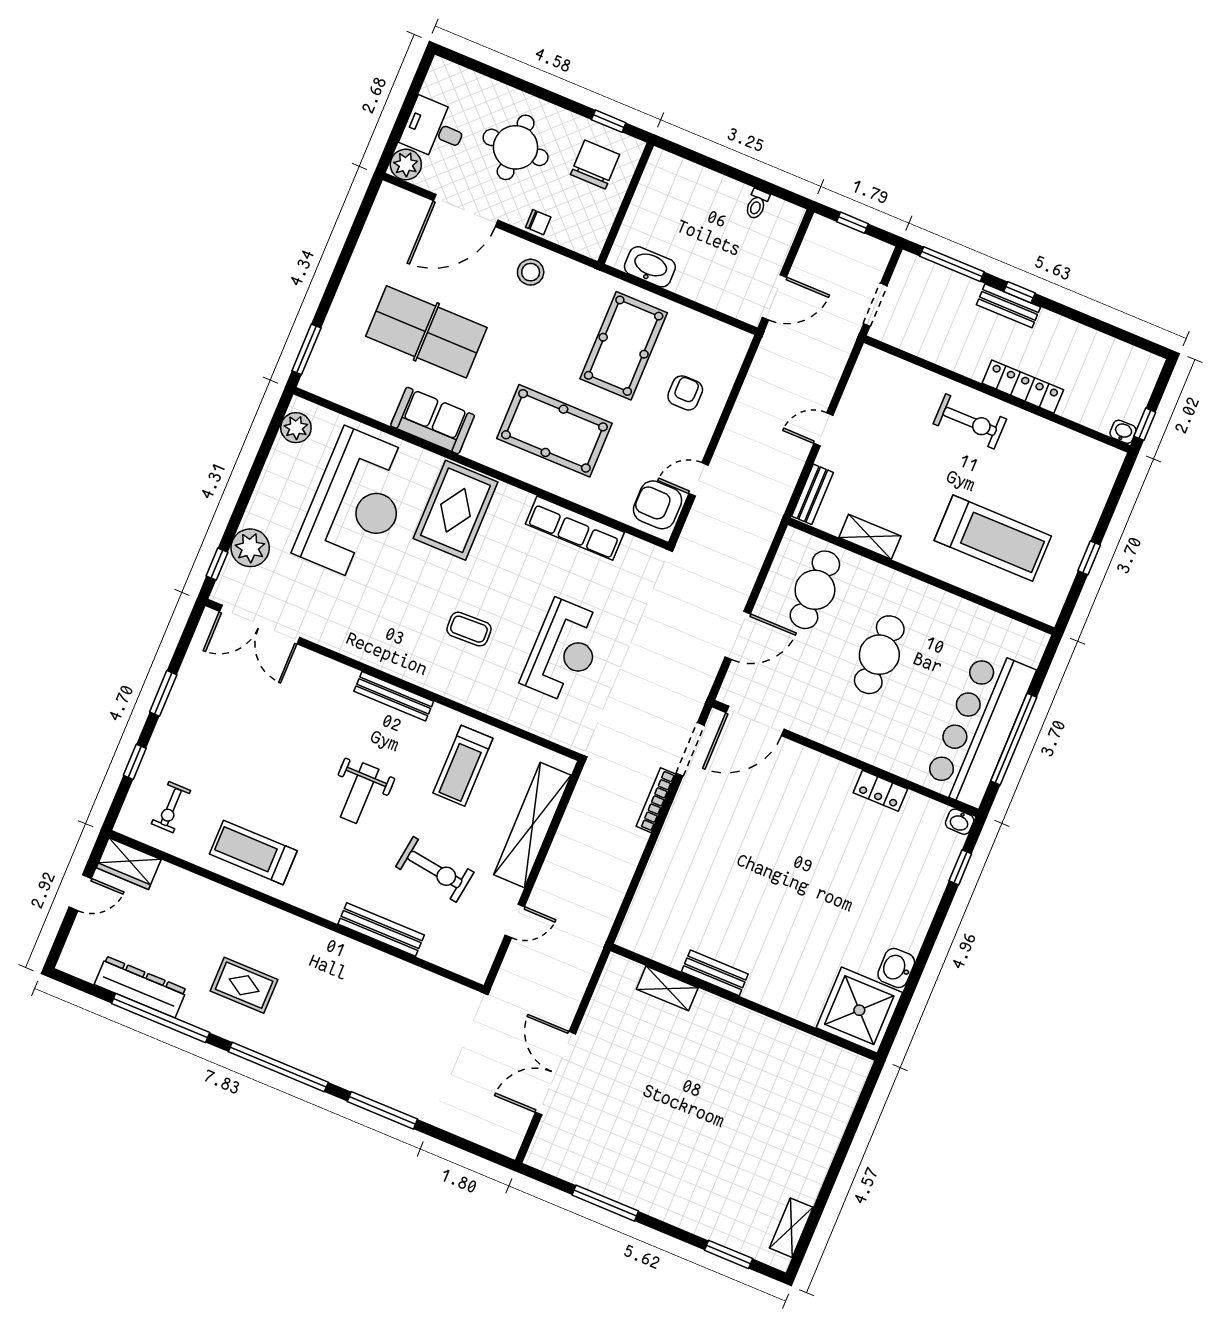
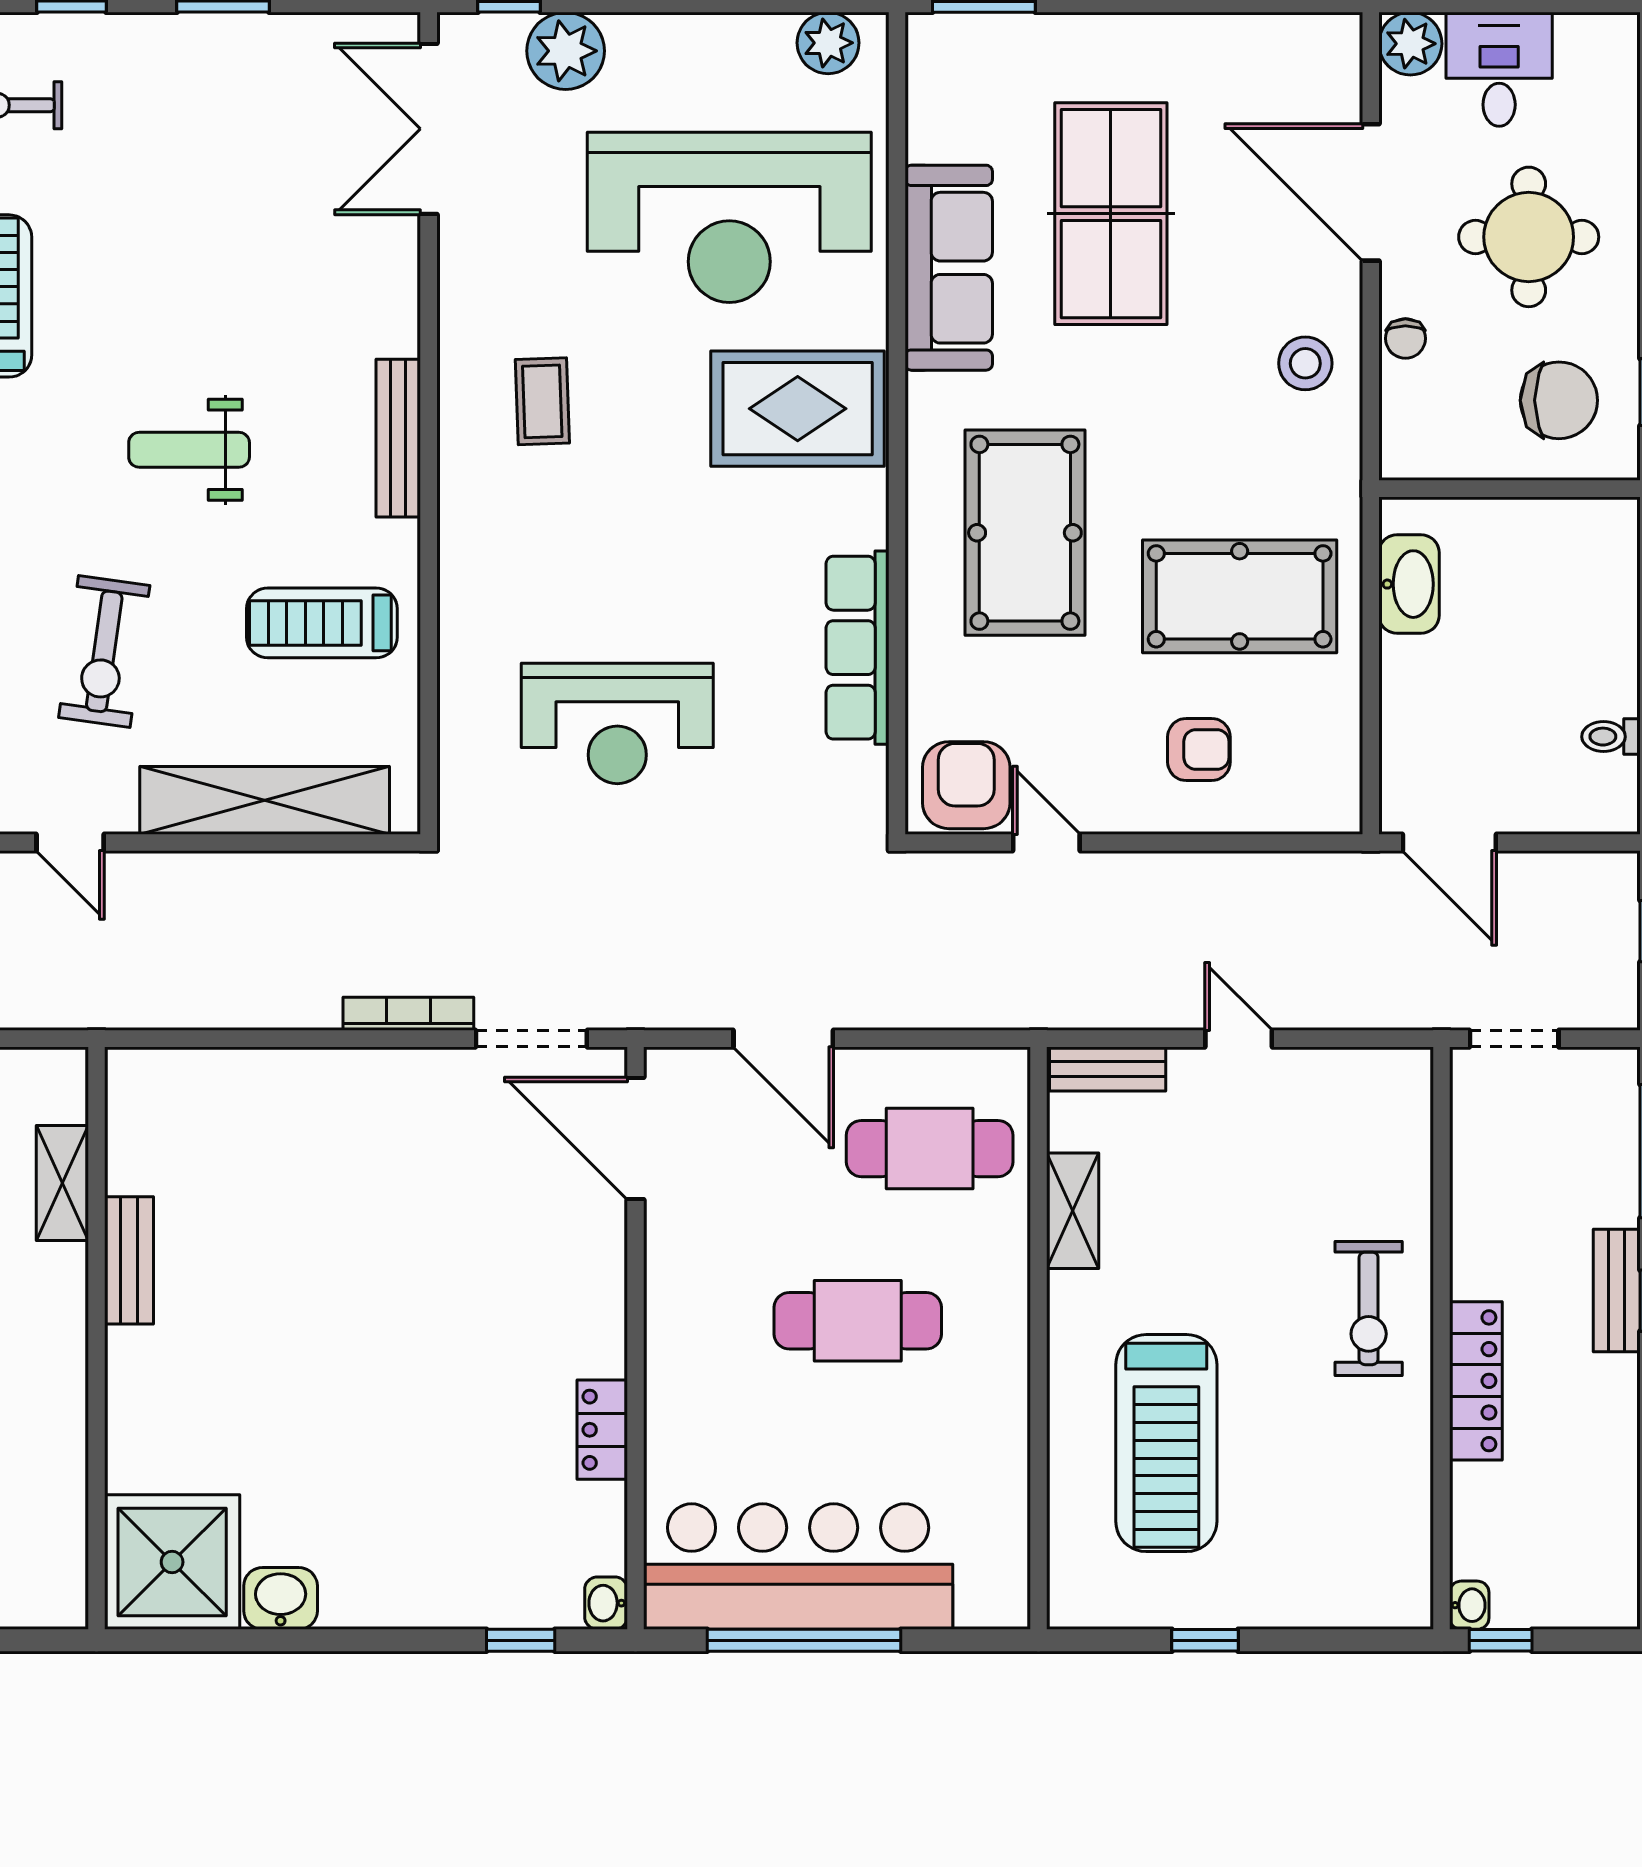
sofa: (433, 421) -> (949, 268), width x1.36
coffee table: (469, 629) -> (542, 401), moved

